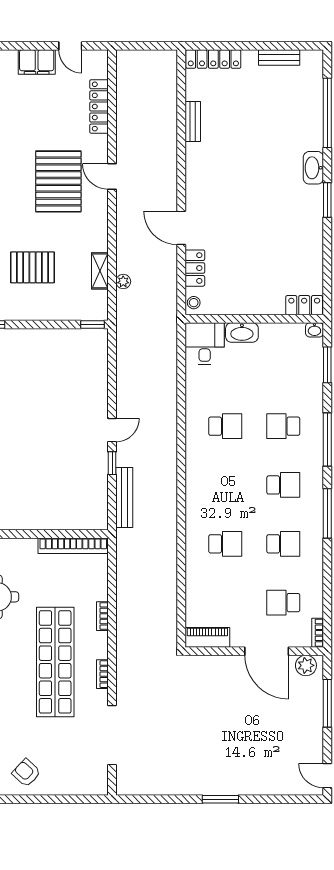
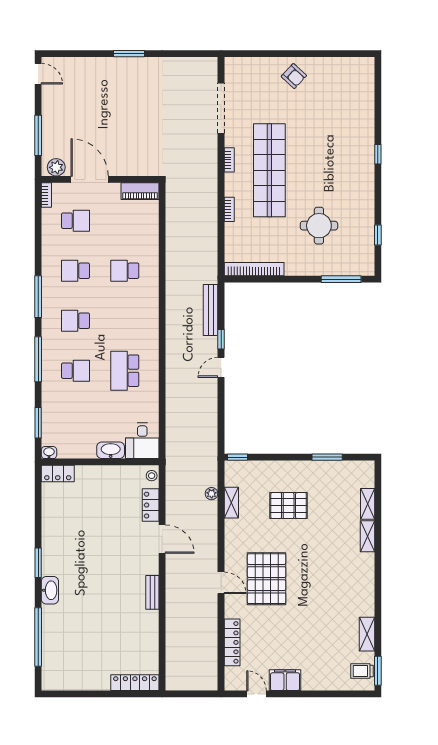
bench: (279, 57) -> (79, 684), removed
bench: (193, 121) -> (152, 592), moved
school desk: (225, 426) -> (125, 371), width x1.85

